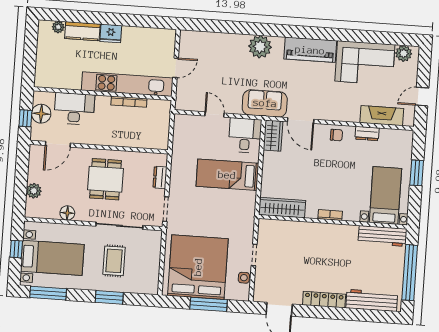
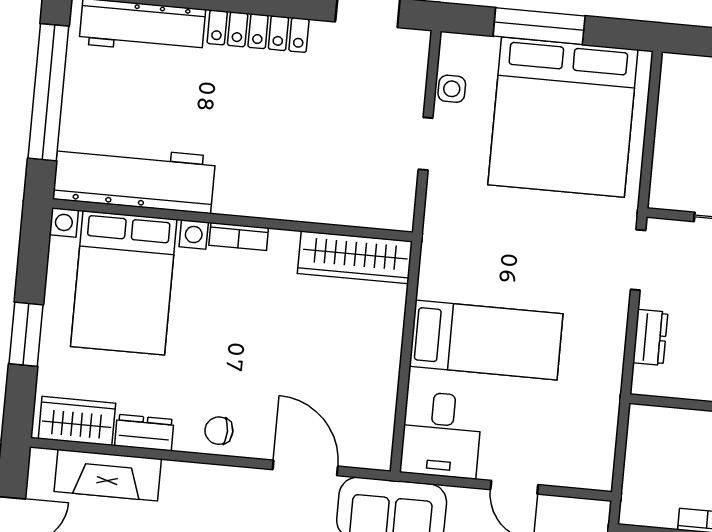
wardrobe: (273, 136) -> (77, 421), moved, turned 90
bed with nightstands: (385, 195) -> (124, 283), width x1.36
workbench: (382, 236) -> (134, 178), width x1.36, depth x1.32

